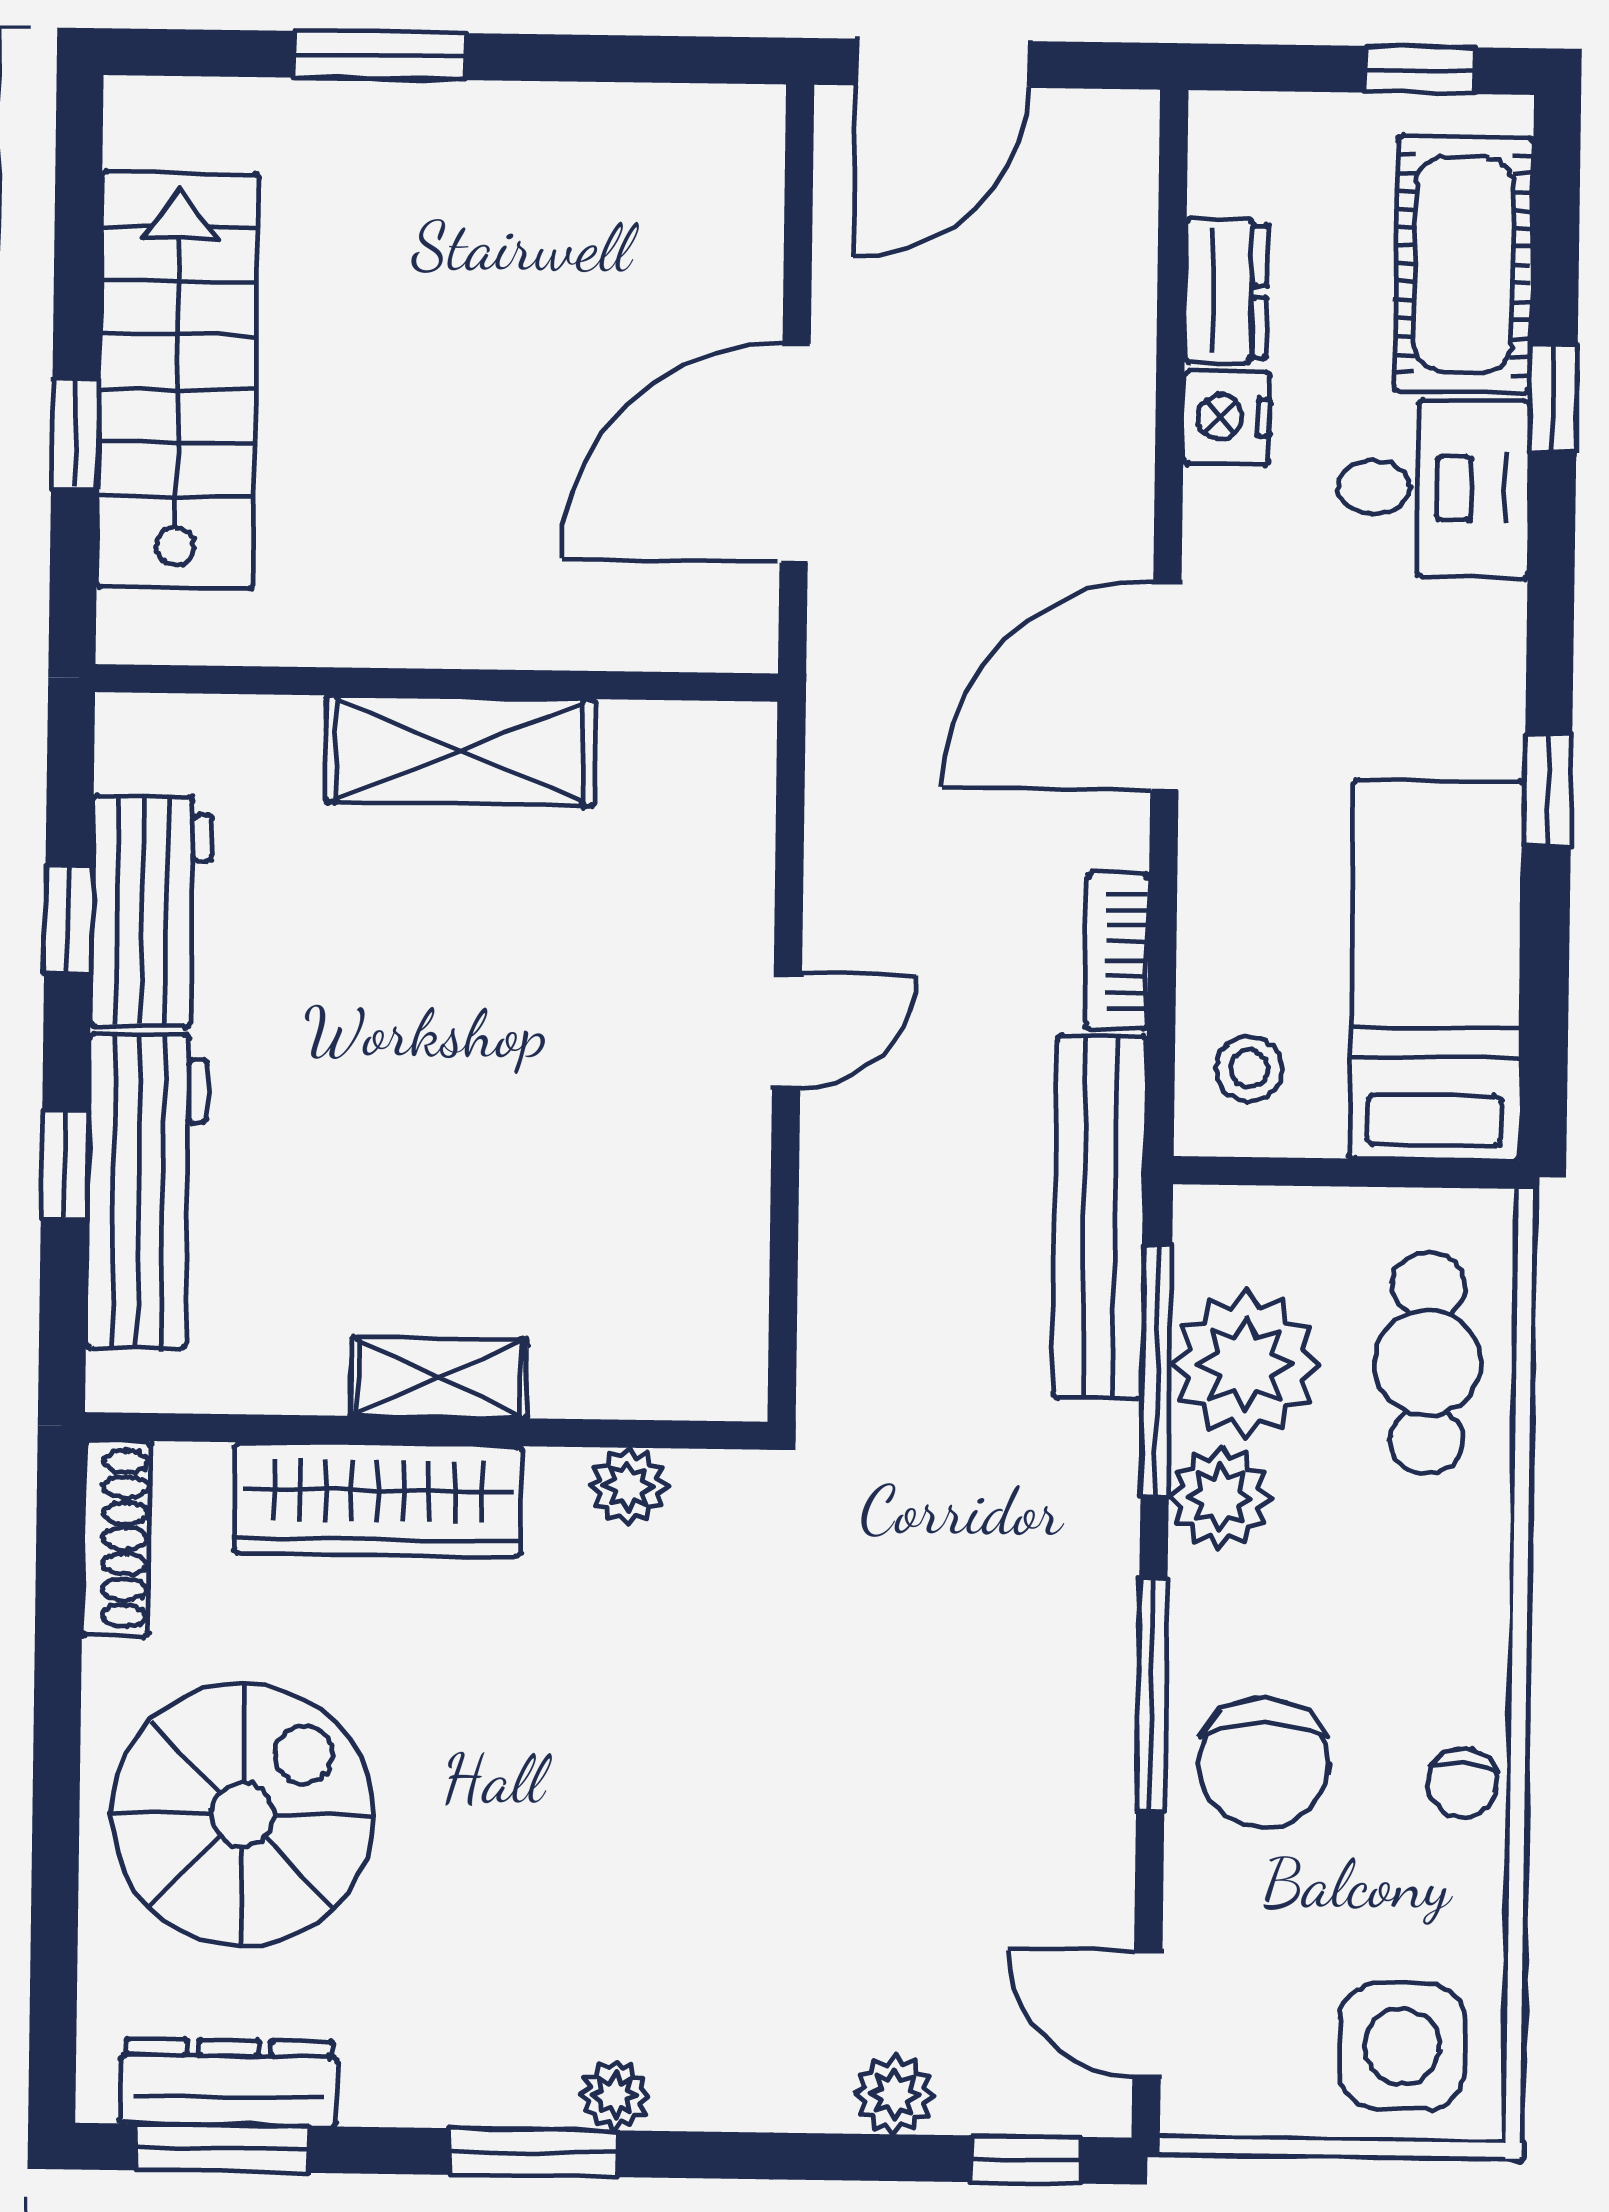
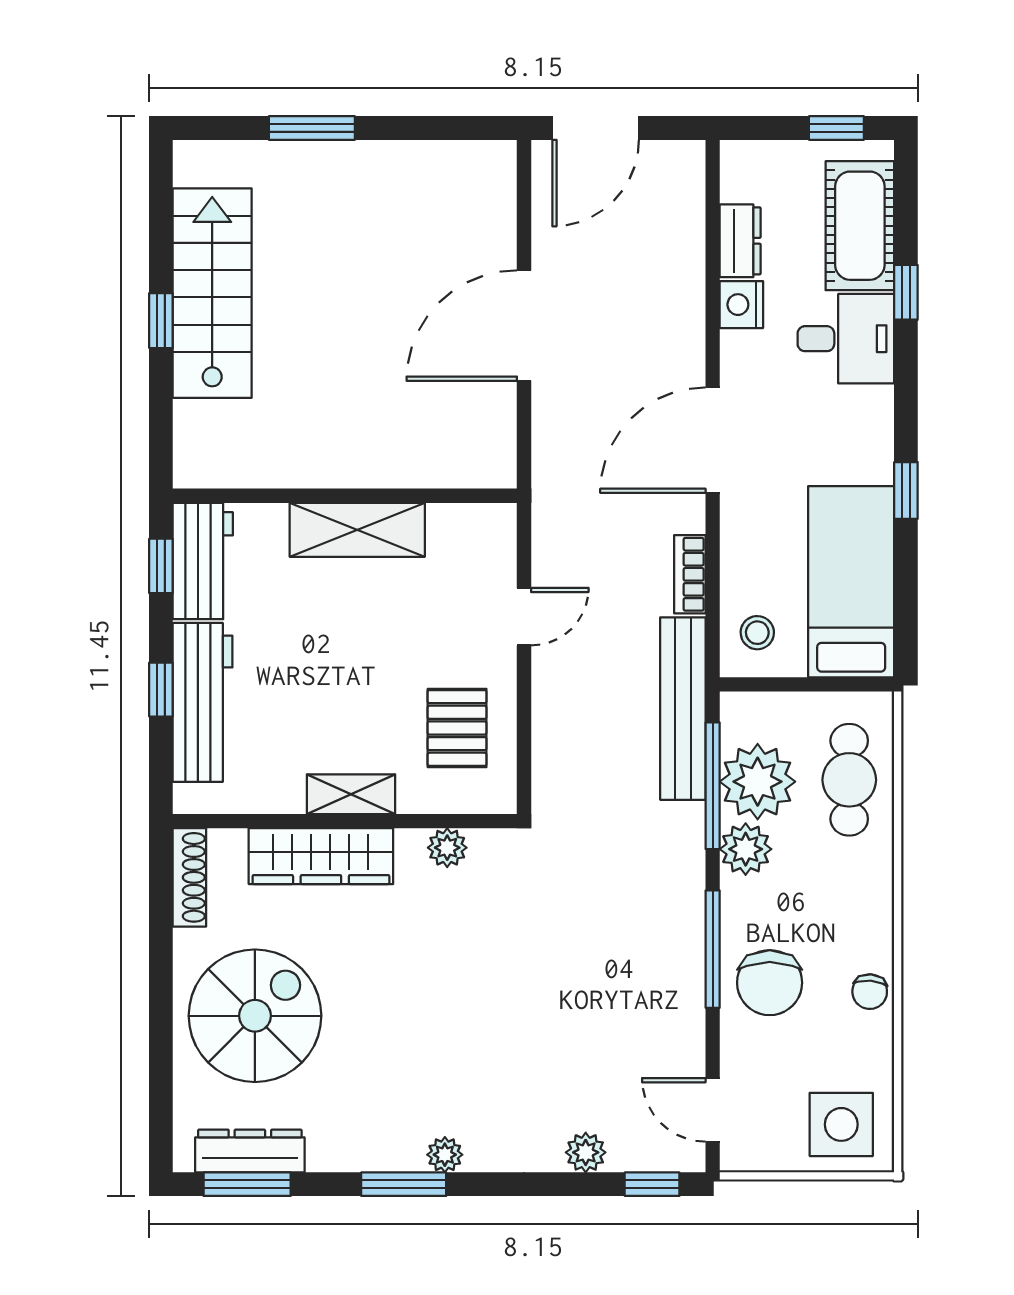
wall: (436, 683) -> (345, 496), moved
shelving: (460, 751) -> (357, 530), moved
pallet: (651, 1249) -> (457, 728), added

